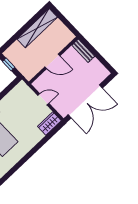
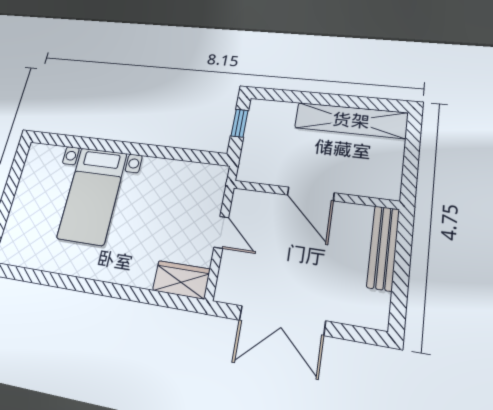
bench: (83, 51) -> (383, 248), width x1.36
double door: (85, 101) -> (282, 320), width x0.73

